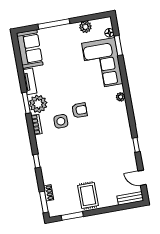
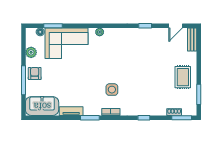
plant: (38, 104) -> (93, 107), removed
armchair: (79, 110) -> (35, 73), moved
rug: (88, 195) -> (183, 77), turned 90

